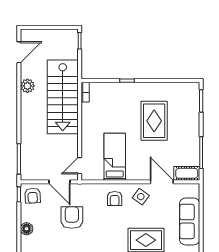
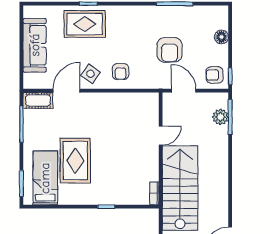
plant: (27, 86) -> (220, 117), moved
bed: (115, 157) -> (45, 178), moved, turned 180
door: (80, 166) -> (161, 136), moved
door: (162, 182) -> (67, 91), swing flipped
armchair: (33, 196) -> (214, 75), turned -87
armchair: (115, 199) -> (121, 72), turned 180

